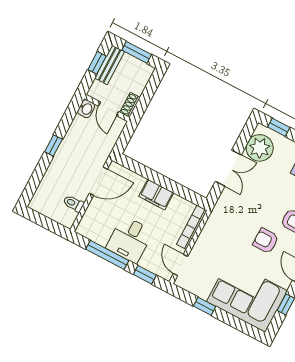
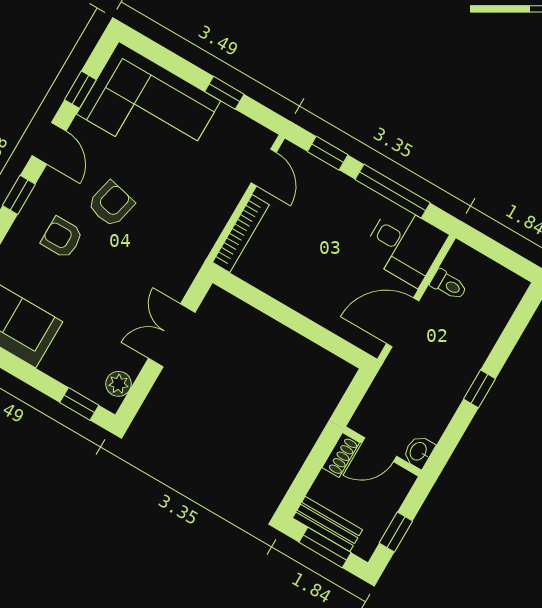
bench: (110, 65) -> (327, 524), moved, turned 90
door: (109, 109) -> (379, 450), swing flipped
plant: (260, 148) -> (119, 384), width x0.53, depth x0.53
filing cabinet: (156, 195) -> (301, 294), removed
desk: (130, 239) -> (405, 245), moved, turned 90
armchair: (266, 241) -> (111, 204), turned -77

